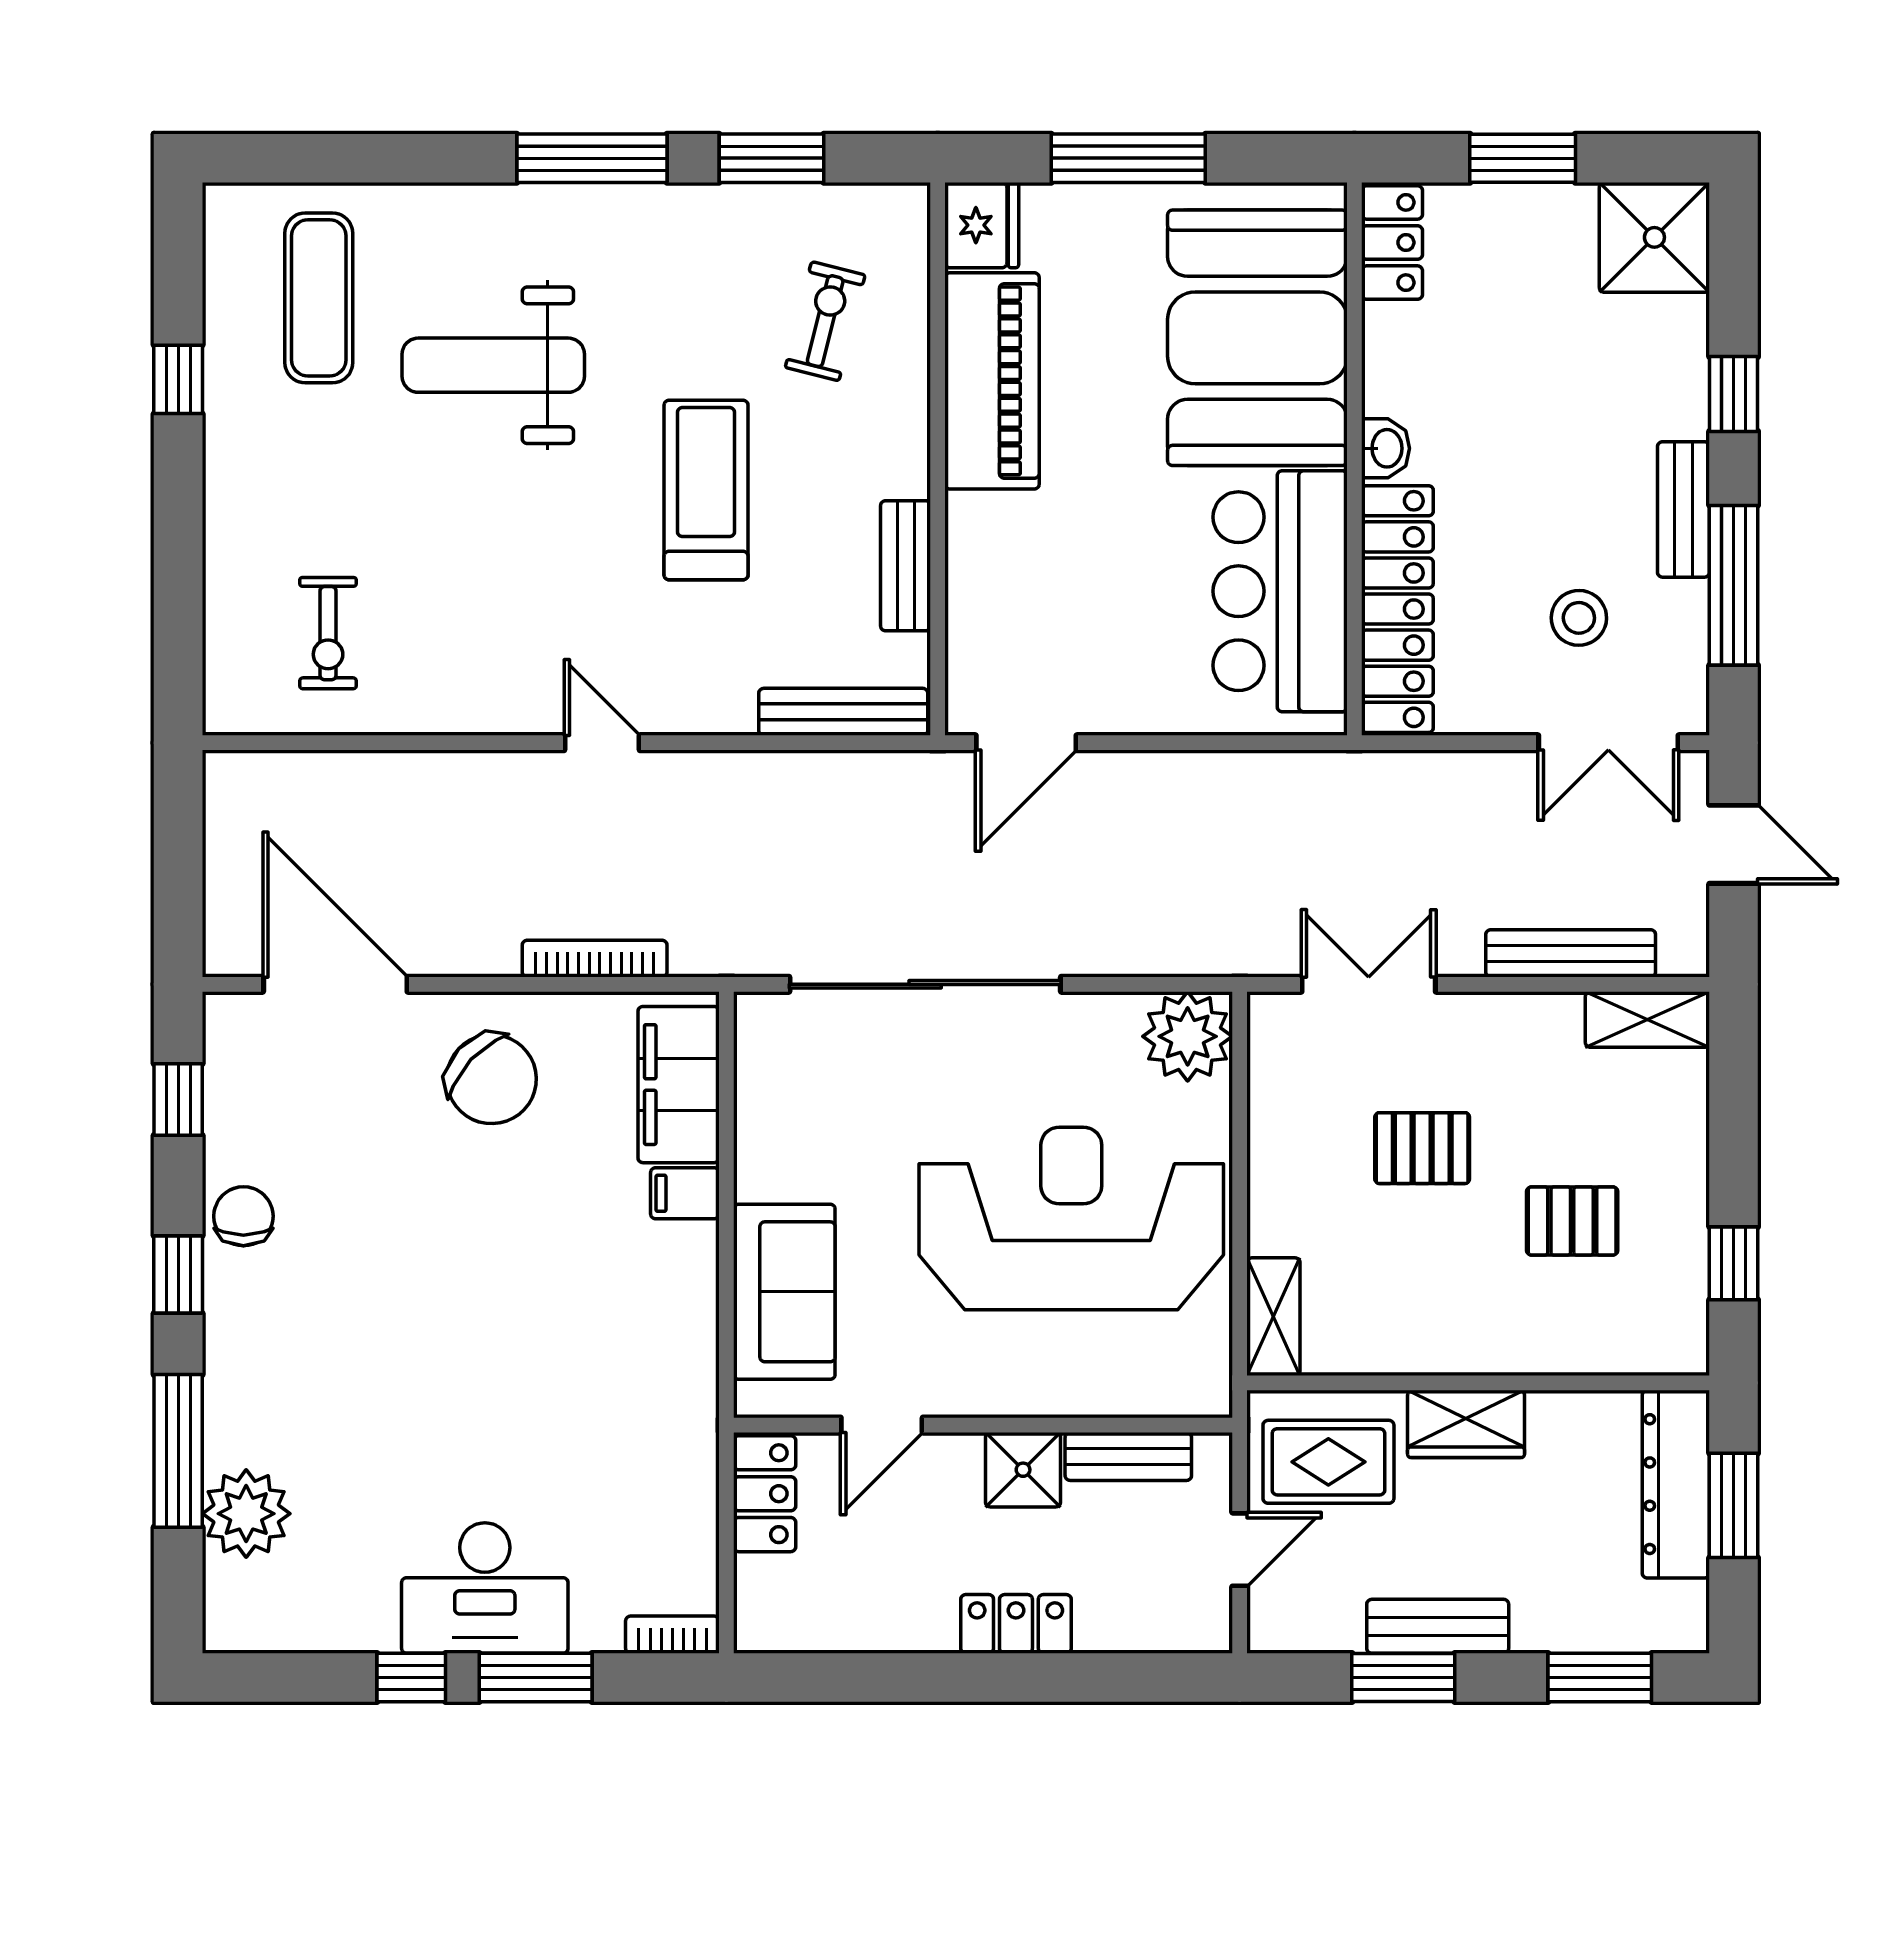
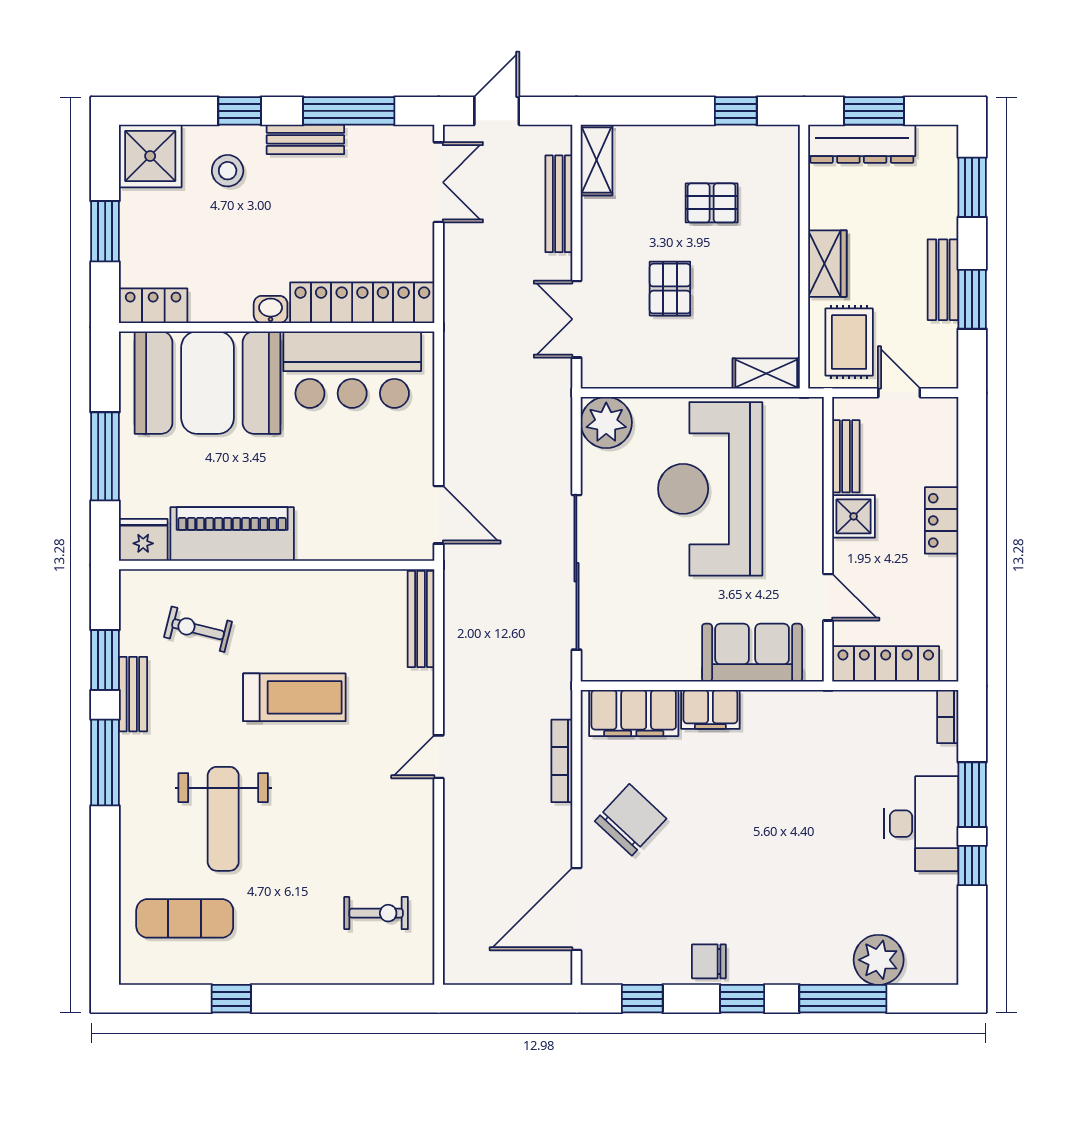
treadmill: (706, 490) -> (294, 697), turned 180
bench: (906, 566) -> (133, 694), moved, turned 90
stool: (1579, 618) -> (228, 171), moved
filing cabinet: (685, 1193) -> (710, 709), width x2.00
pallet: (1572, 1221) -> (712, 203), turned 90
locker: (765, 1494) -> (886, 664), width x1.53

